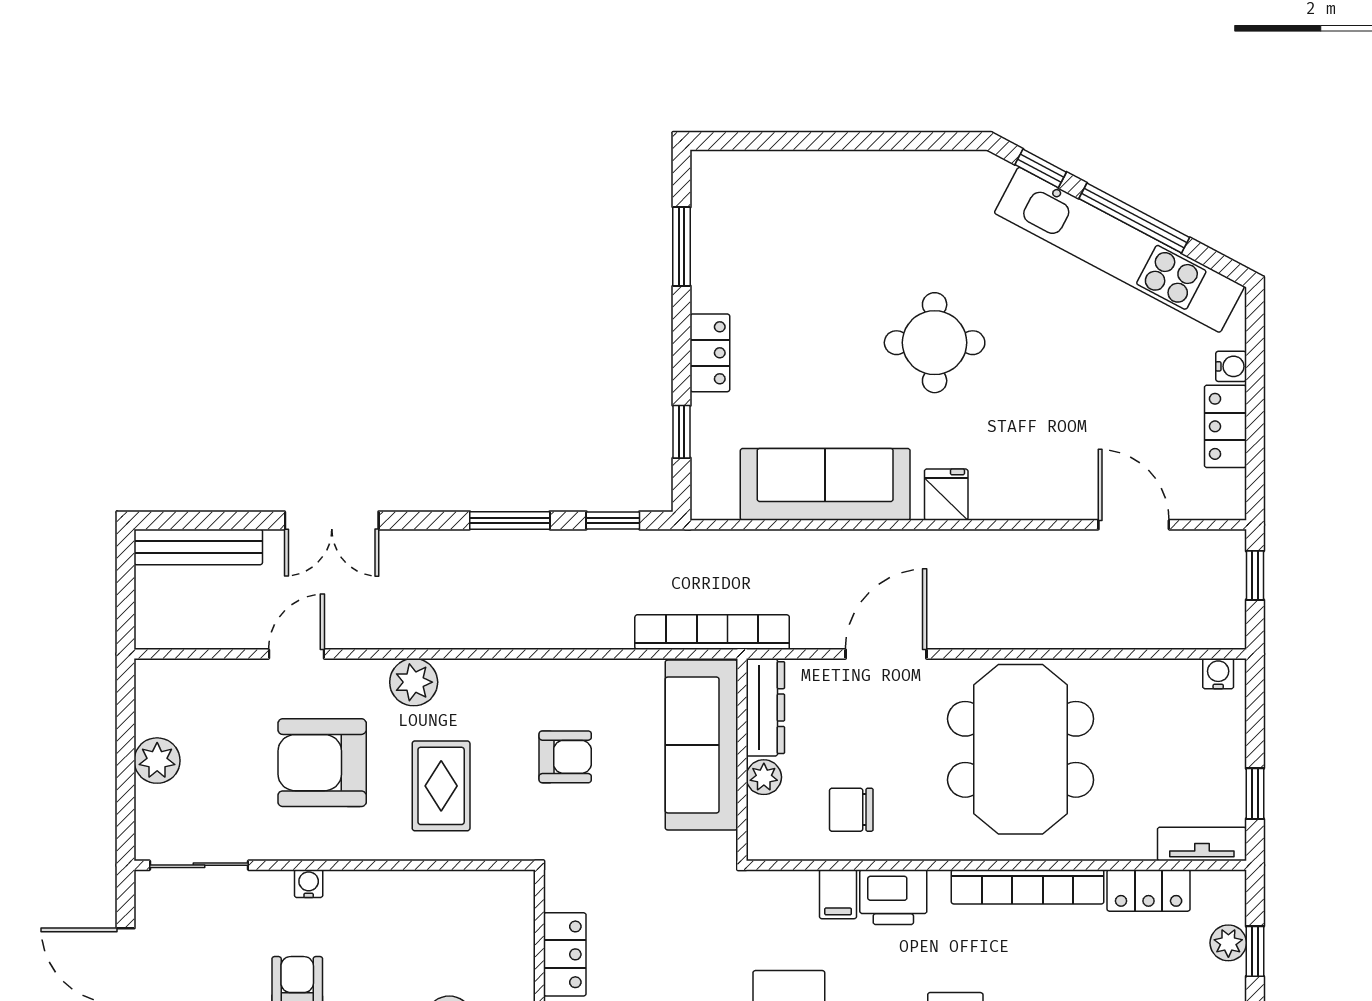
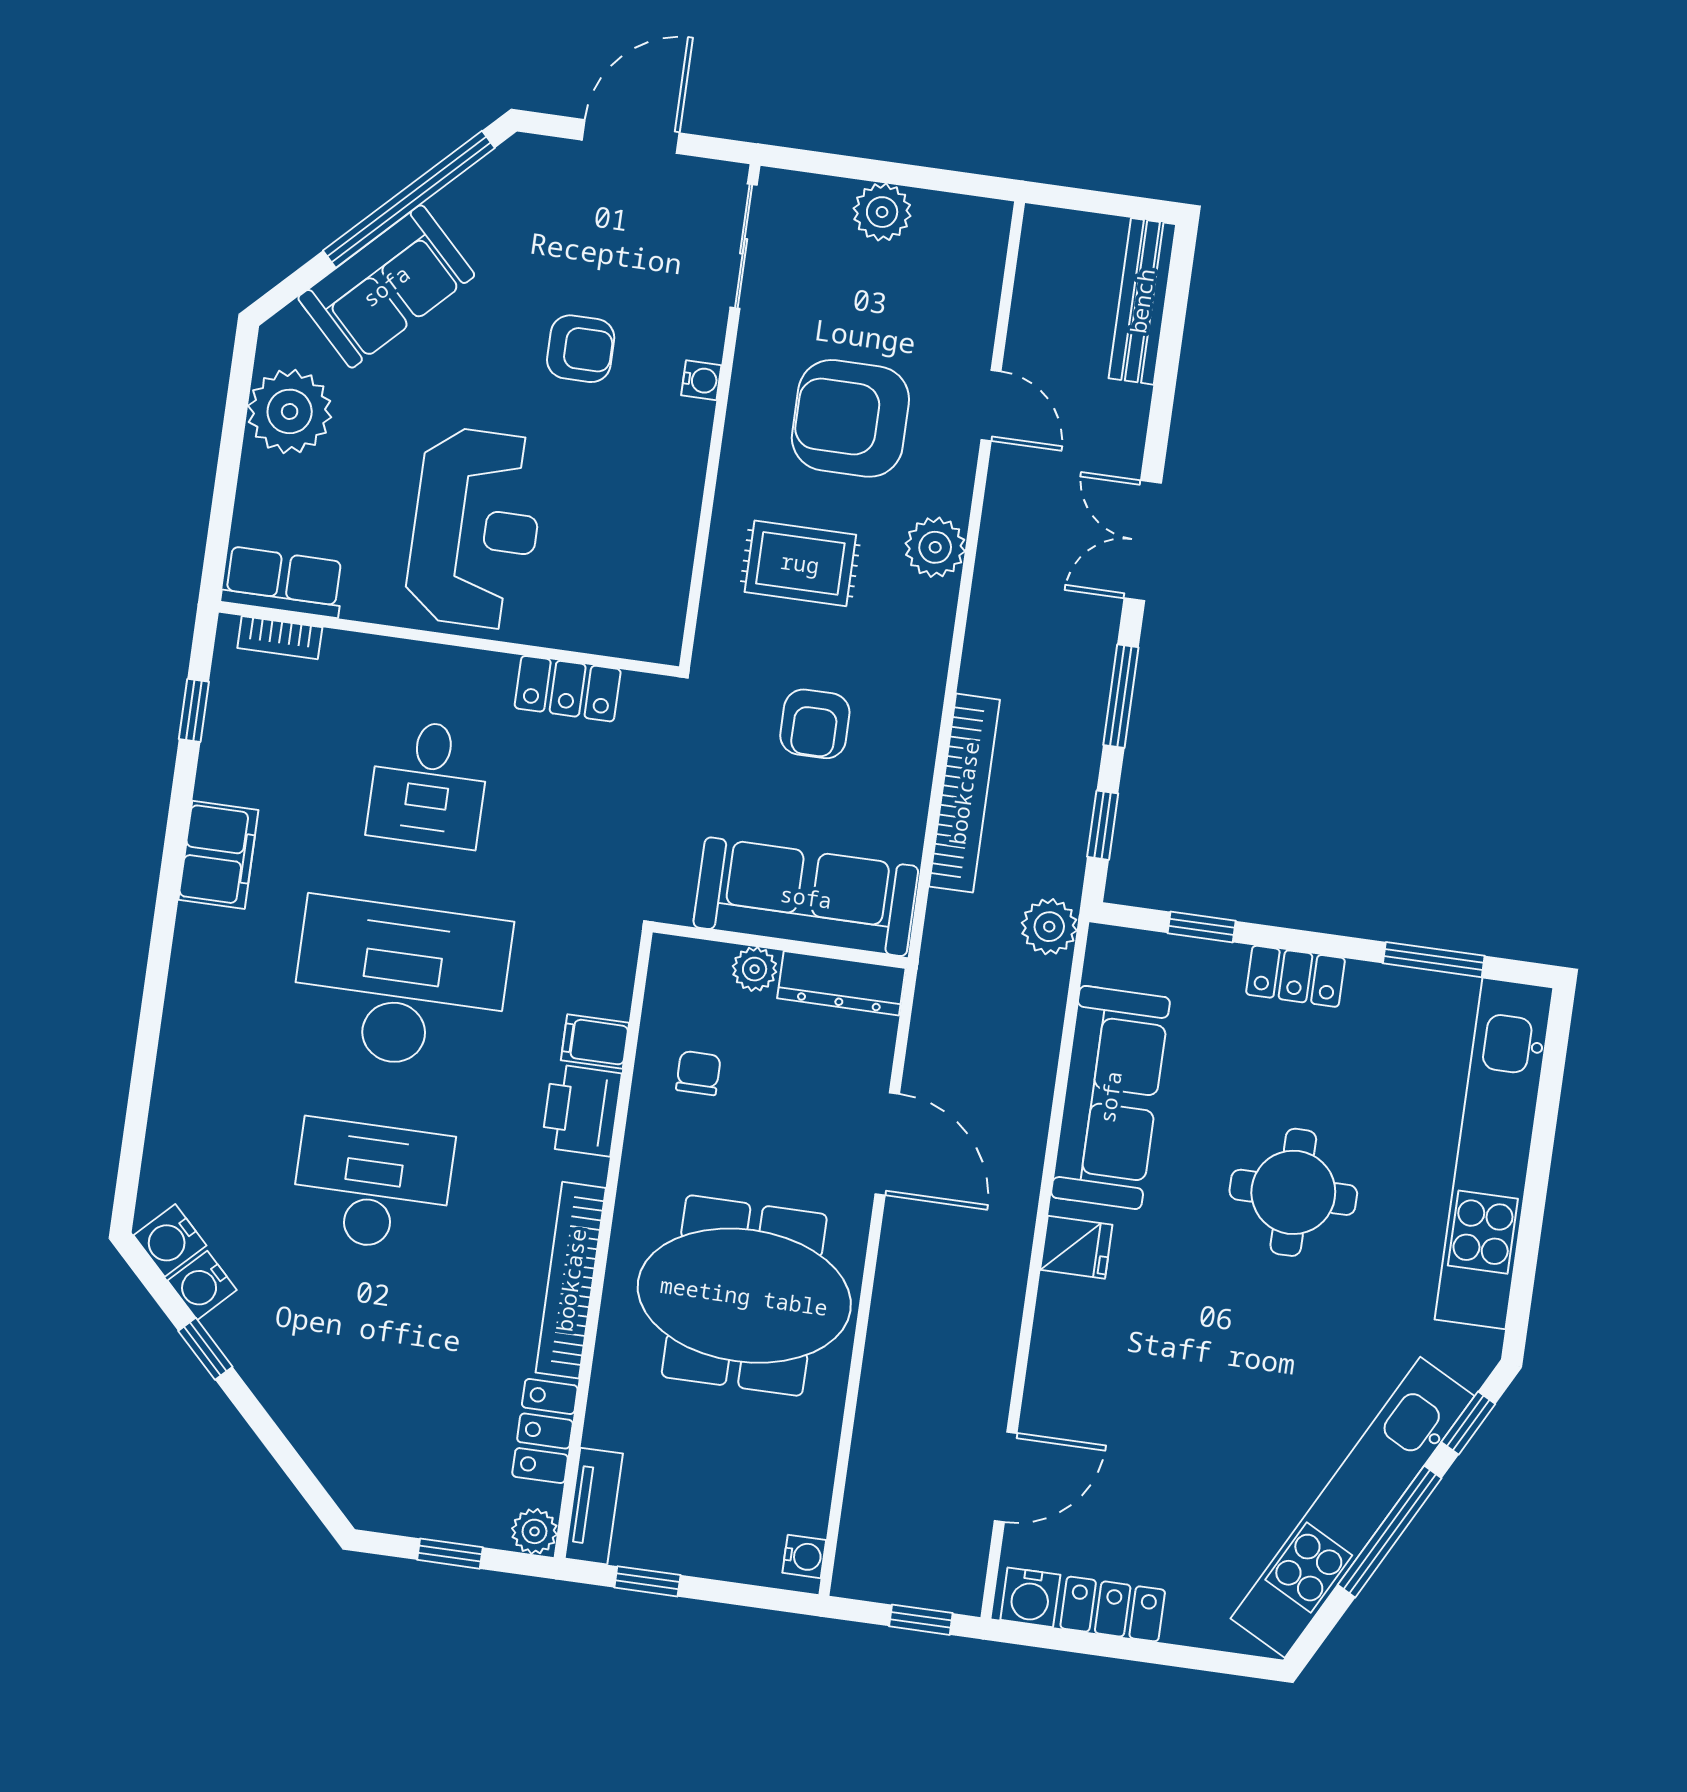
kitchen unit: (827, 178) -> (1494, 1153), added
round table: (935, 343) -> (1293, 1192), moved
water cooler: (1231, 366) -> (1030, 1597), moved, width x1.38, depth x1.38
double door: (332, 520) -> (1143, 541), moved
plant: (698, 551) -> (1049, 927), added
bookcase: (712, 632) -> (964, 793), moved
armchair: (322, 763) -> (850, 418), turned -90
chair: (851, 810) -> (698, 1073), width x0.73, depth x0.73
plant: (1228, 943) -> (534, 1531), moved

